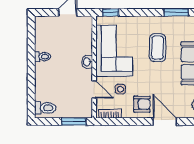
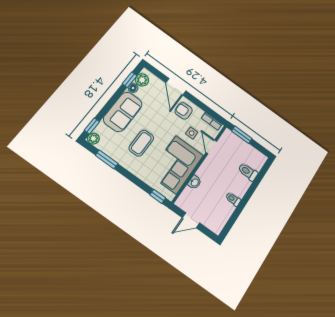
washbasin: (87, 62) -> (195, 182), moved
toilet: (45, 108) -> (248, 172), moved

